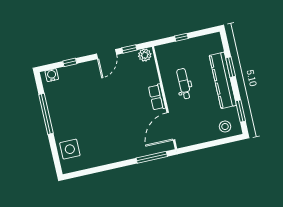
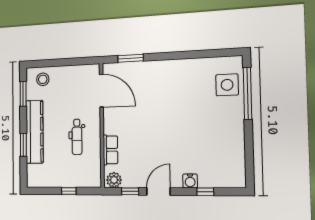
water cooler: (52, 75) -> (190, 181), moved
row of seats: (157, 97) -> (110, 150), moved
window: (46, 114) -> (247, 93), moved
door: (171, 126) -> (101, 91), hinge flipped
window: (152, 157) -> (131, 58), width x0.69

